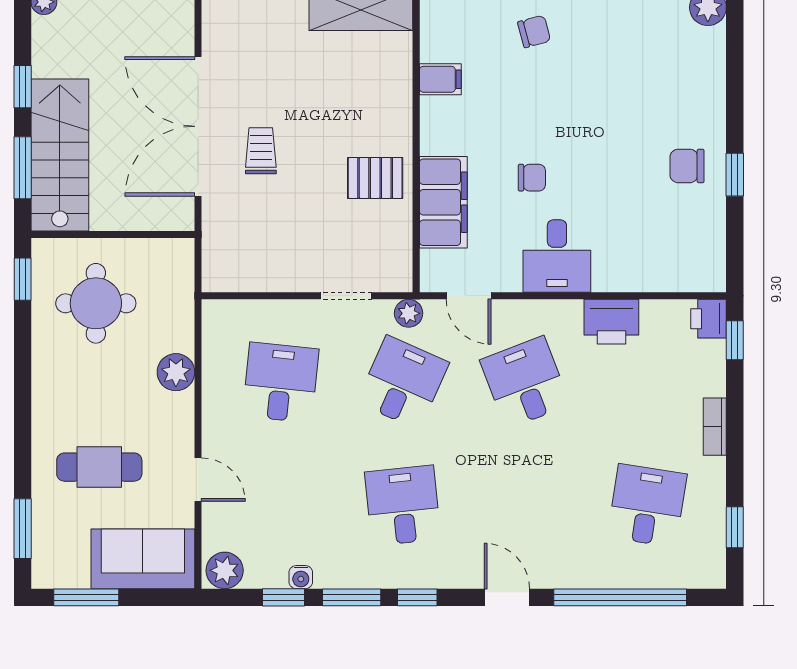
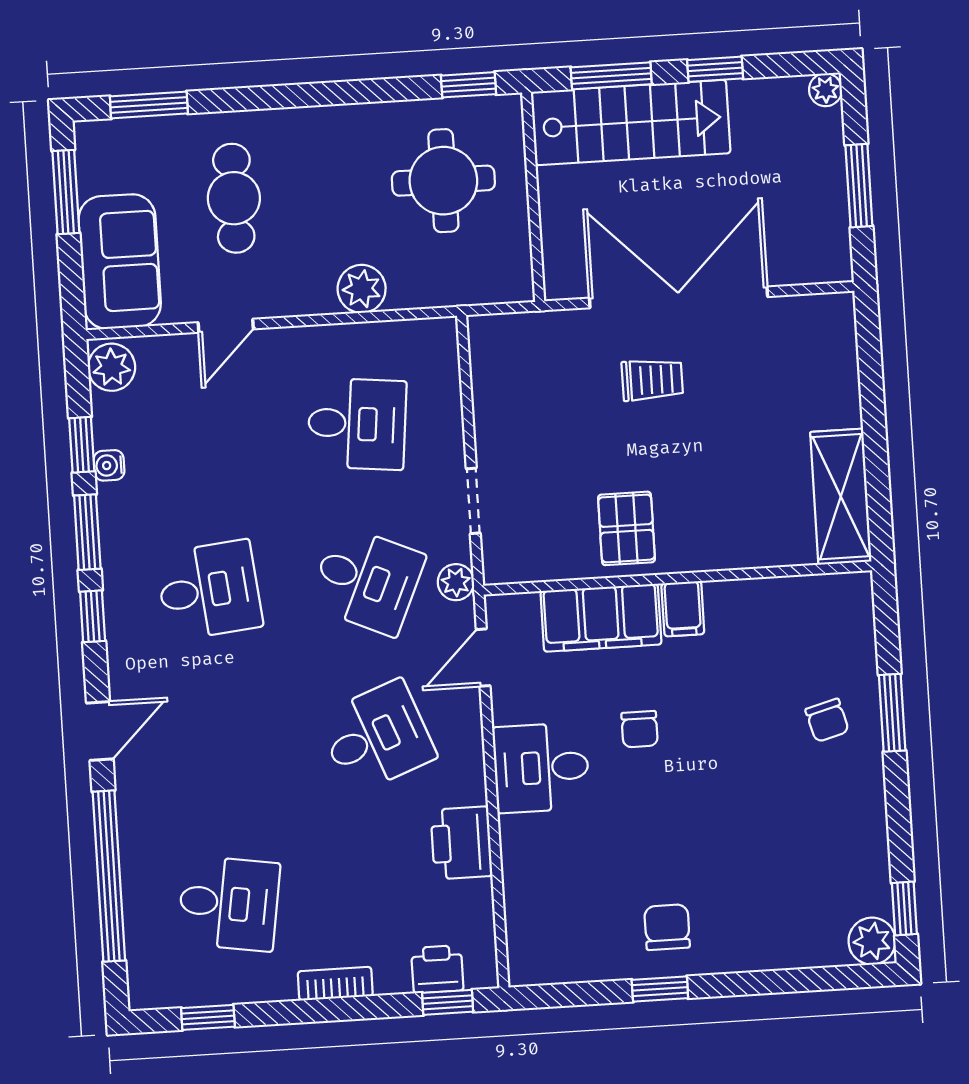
filing cabinet: (440, 79) -> (683, 609), moved
printer: (709, 319) -> (437, 969), moved

